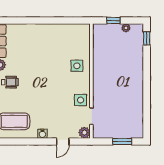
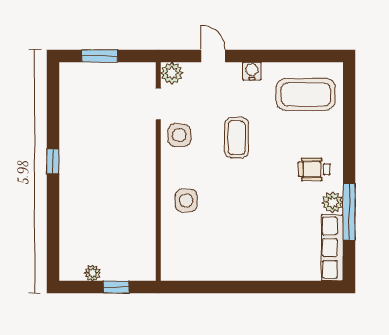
window: (147, 38) -> (53, 162), moved
coffee table: (50, 99) -> (237, 138), added
door: (63, 142) -> (213, 56), hinge flipped

